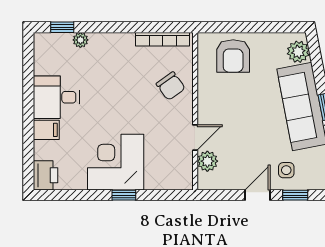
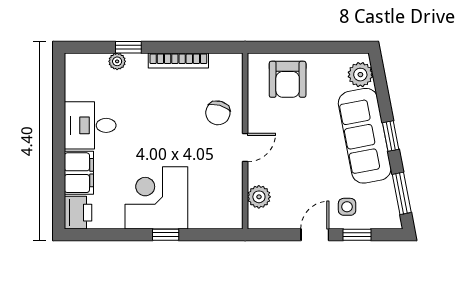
window: (62, 27) -> (128, 47), moved
bookcase: (163, 39) -> (178, 61), moved
chair: (171, 86) -> (218, 113), turned 52
filing cabinet: (46, 130) -> (79, 173), width x2.00
door: (195, 138) -> (245, 148), moved

